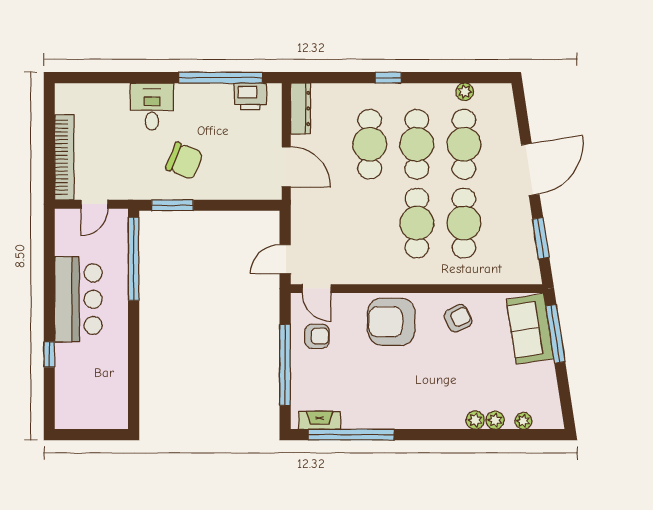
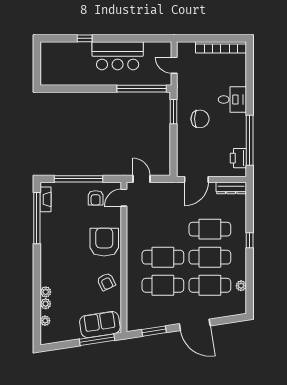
bookcase: (64, 157) -> (221, 47), moved
chair: (184, 161) -> (200, 119), turned -112

